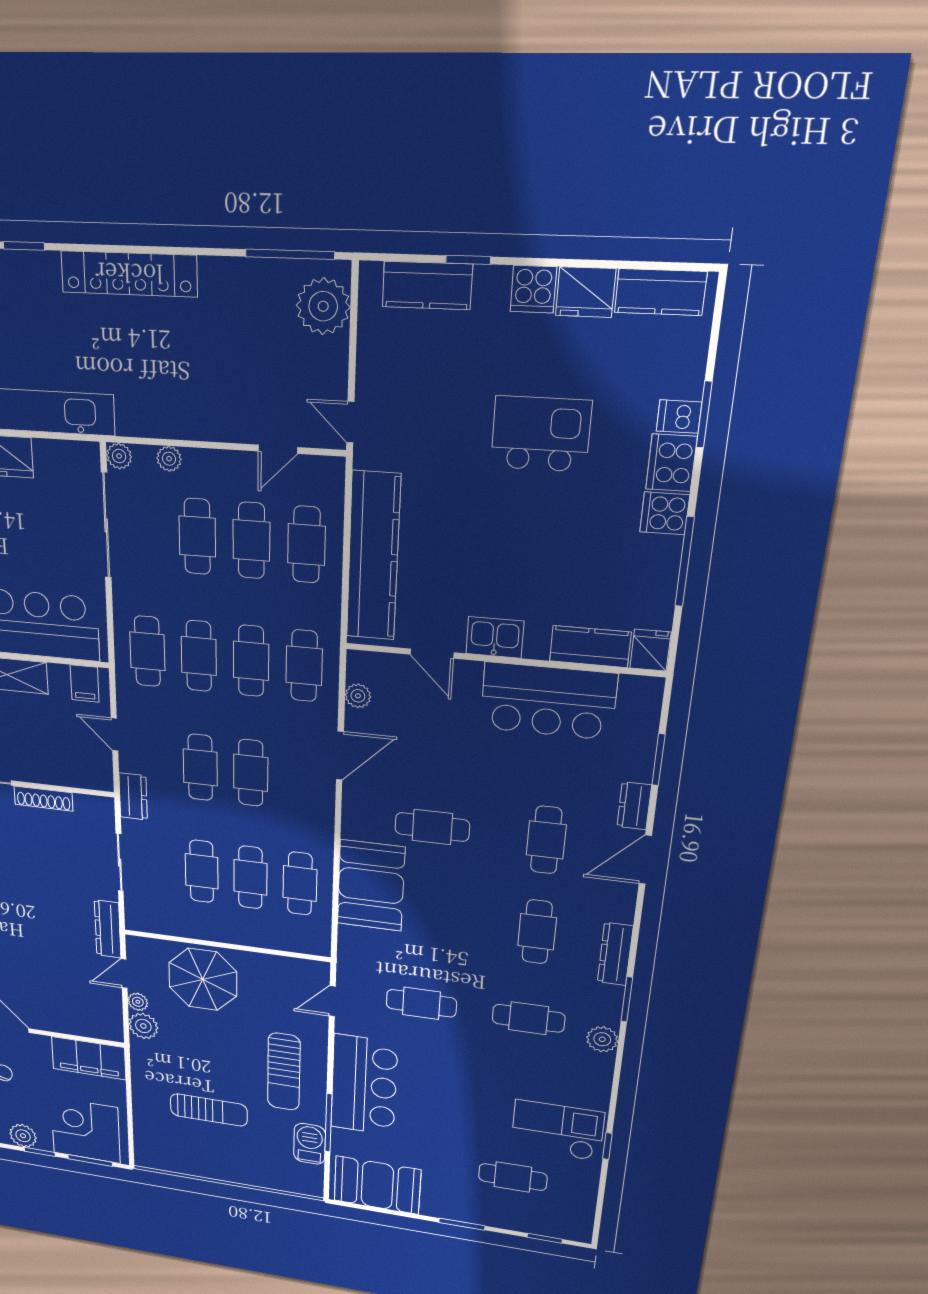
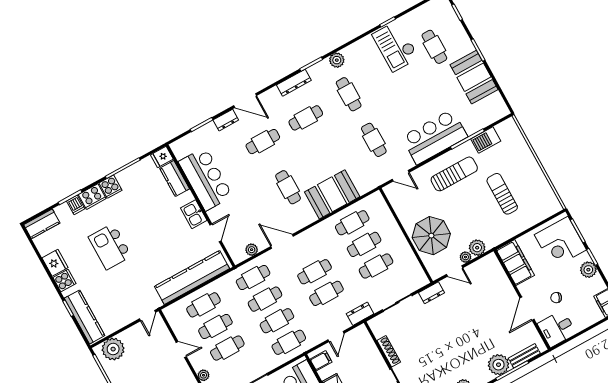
kitchen counter: (427, 285) -> (85, 317), width x1.50
kitchen counter: (660, 292) -> (42, 224), moved, turned 90
door: (278, 449) -> (181, 350), moved
dresser: (108, 929) -> (431, 293), width x0.70
booth: (377, 1185) -> (474, 77), moved

